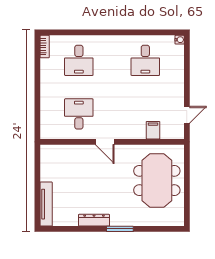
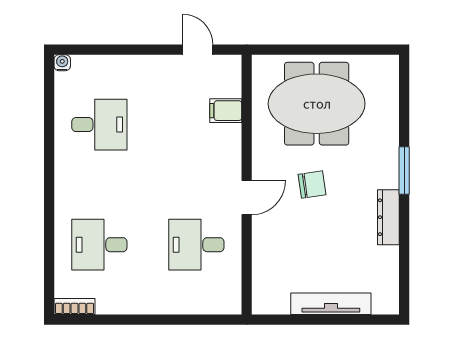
desk: (79, 60) -> (99, 245), turned 180
chair: (112, 178) -> (312, 185), added
tv unit: (46, 204) -> (331, 304), moved

